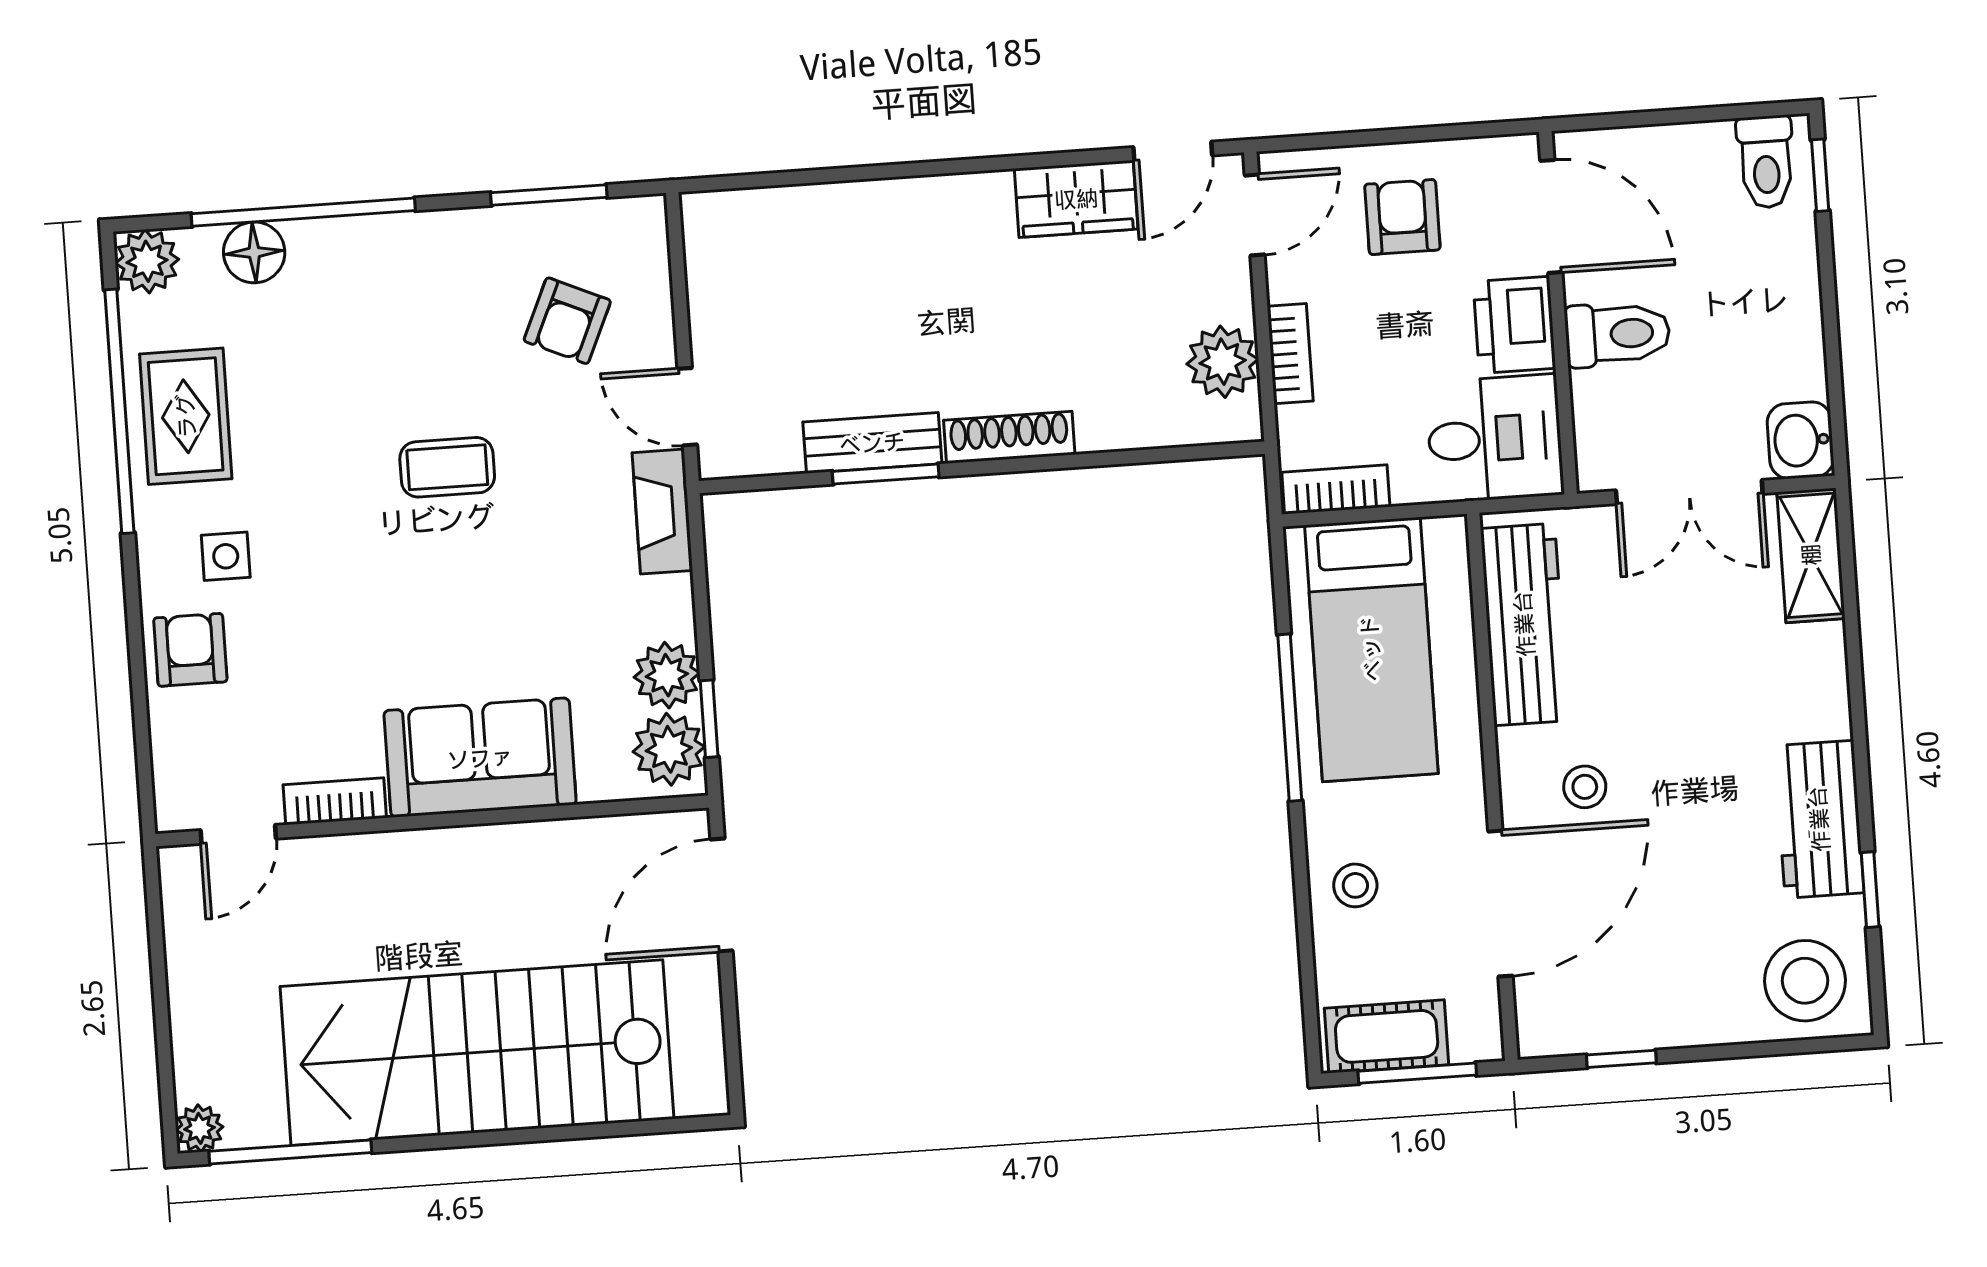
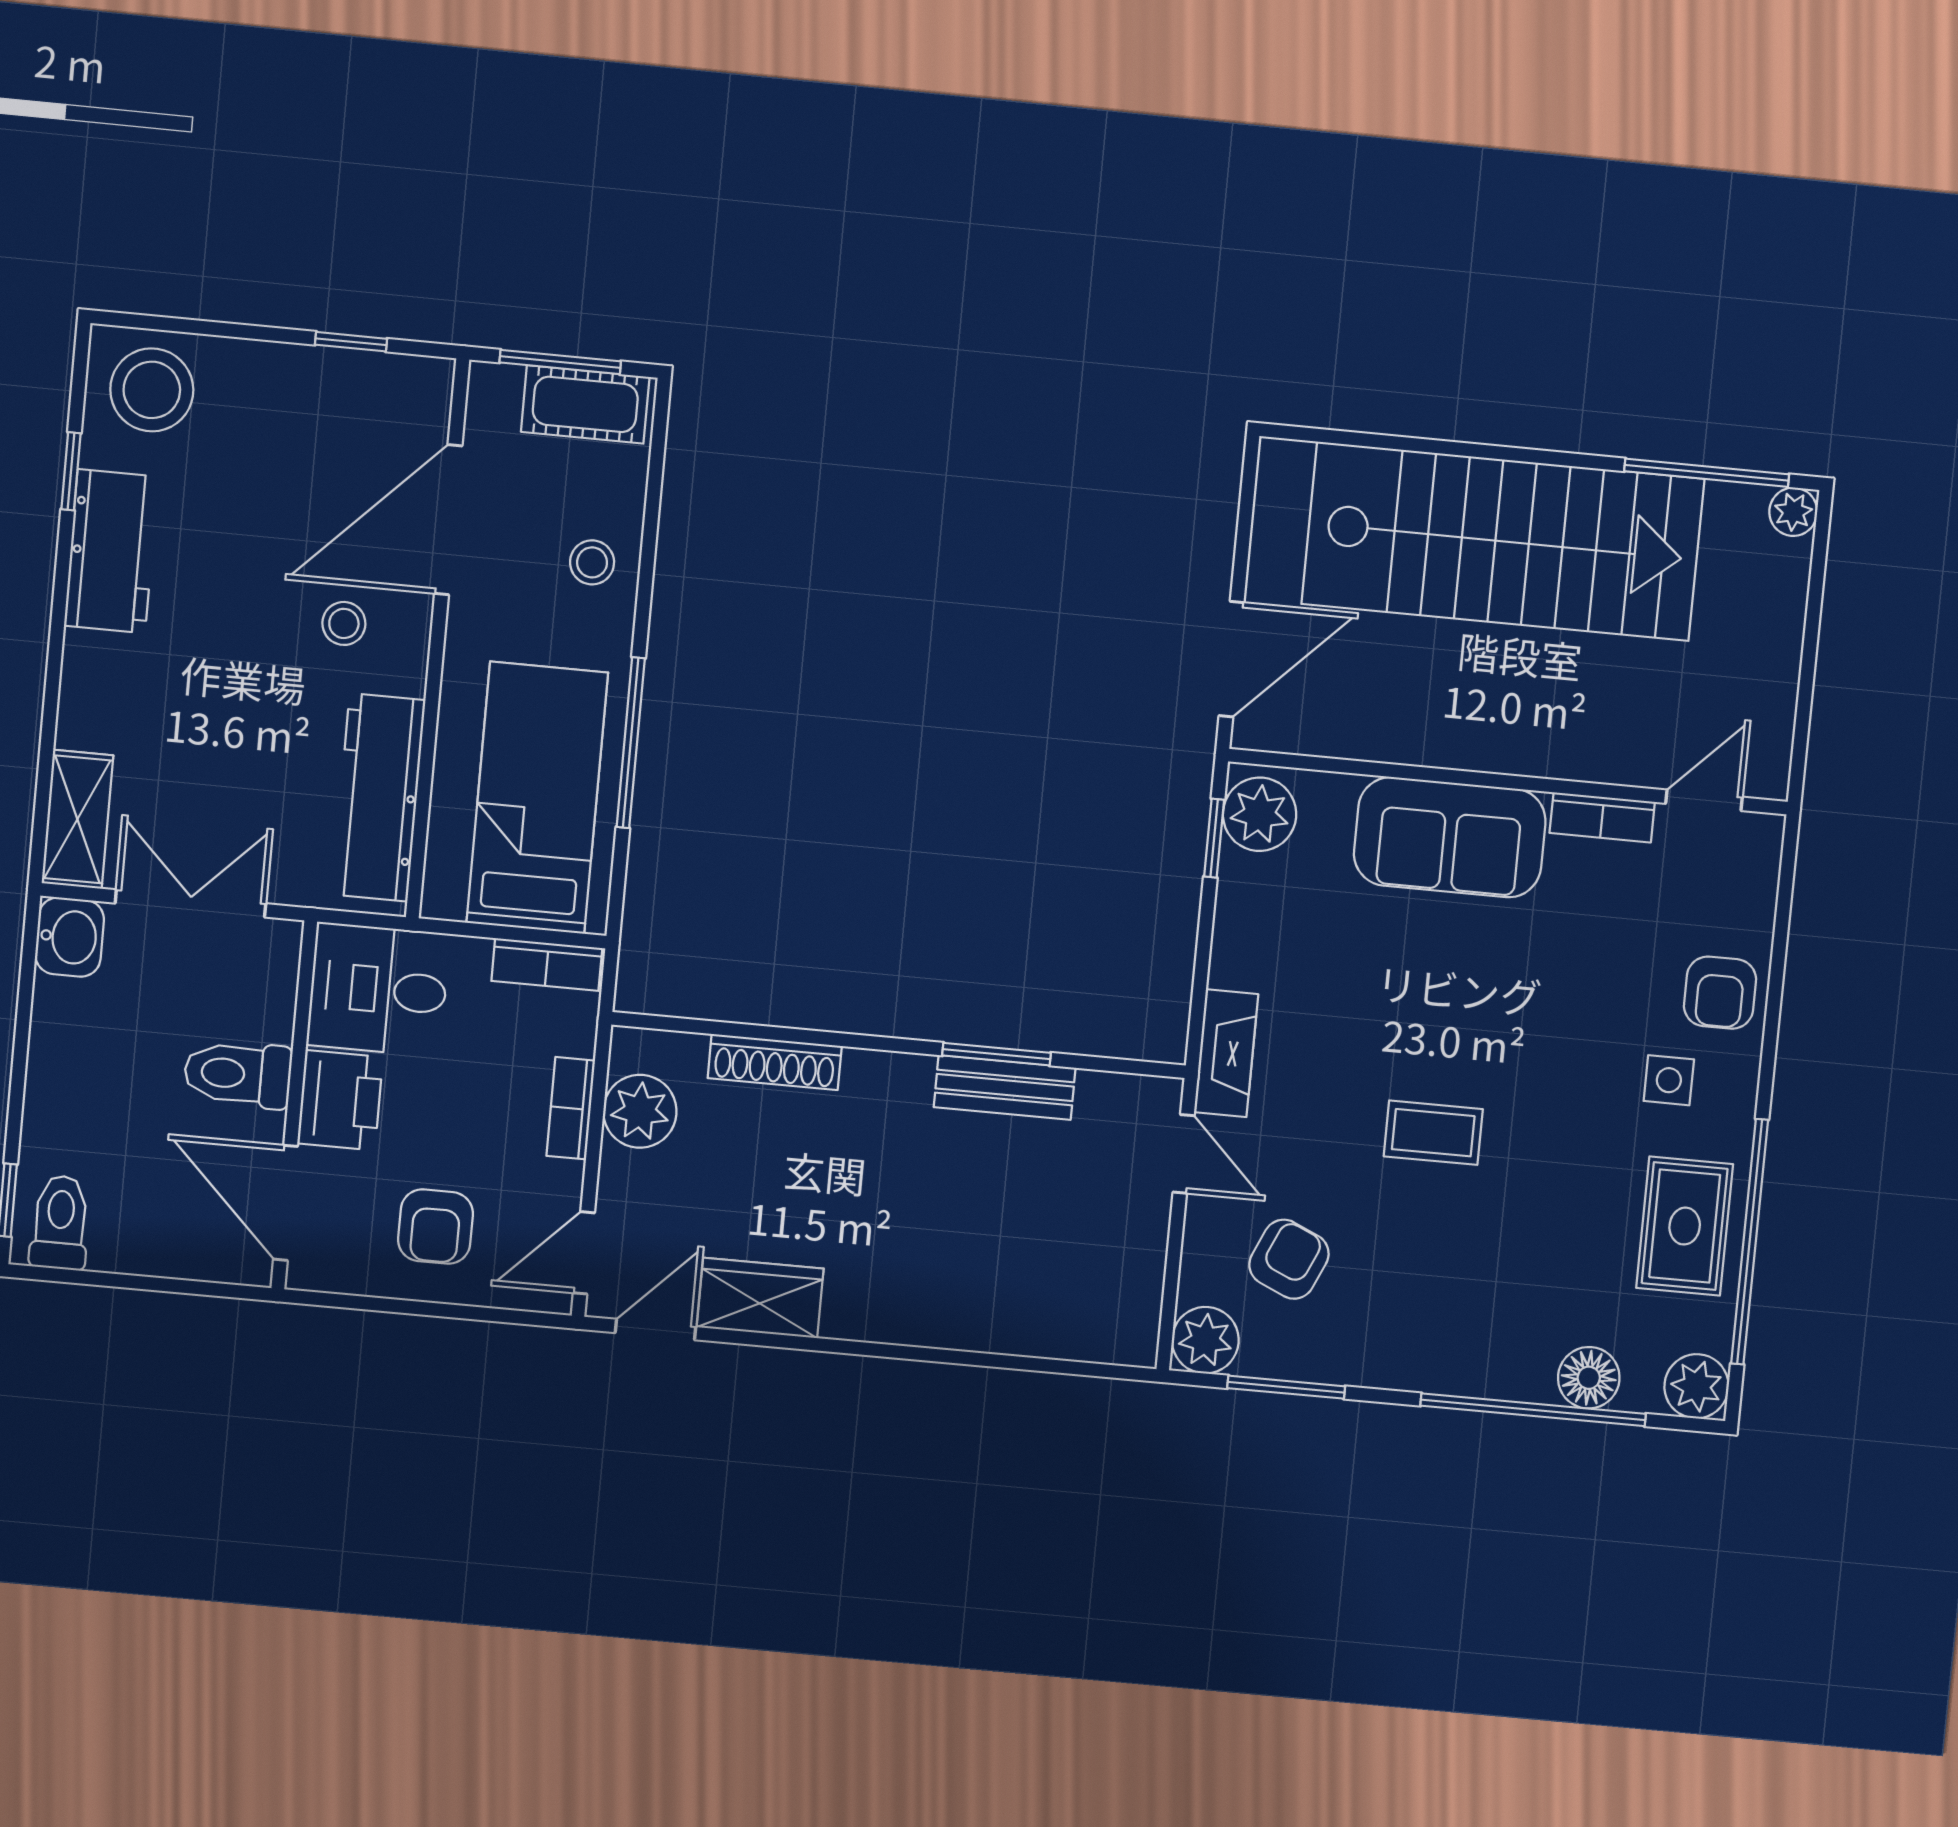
shoe rack: (1009, 437) -> (775, 1062), moved
plant: (667, 675) -> (1205, 1340), moved

